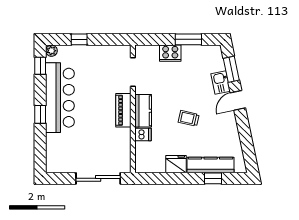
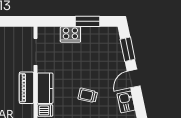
kitchen sink: (221, 82) -> (126, 102), moved

